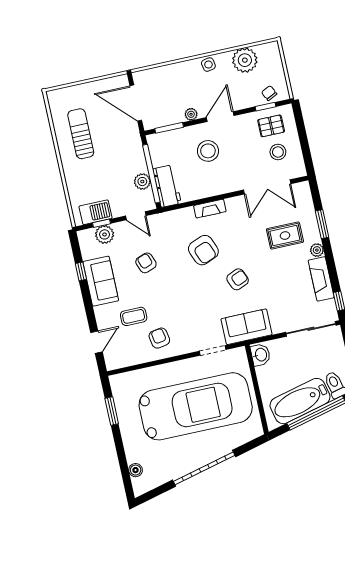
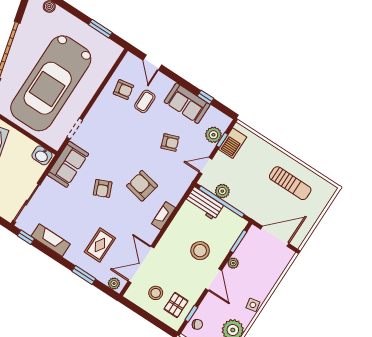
armchair: (203, 250) -> (142, 186), turned 34
plant: (317, 250) -> (114, 284), moved
armchair: (159, 338) -> (123, 90), moved

